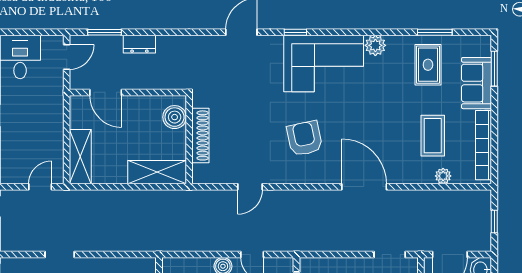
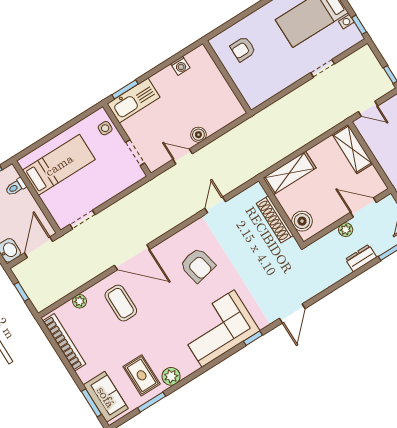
plant: (375, 45) -> (171, 376), moved
plant: (137, 82) -> (346, 230), added
sofa: (477, 83) -> (106, 397), moved
coffee table: (433, 136) -> (121, 303), moved
door: (40, 187) -> (368, 109), hinge flipped

